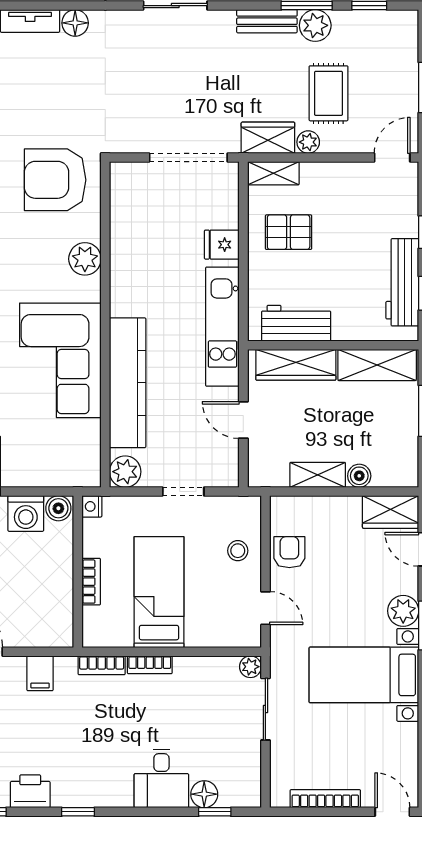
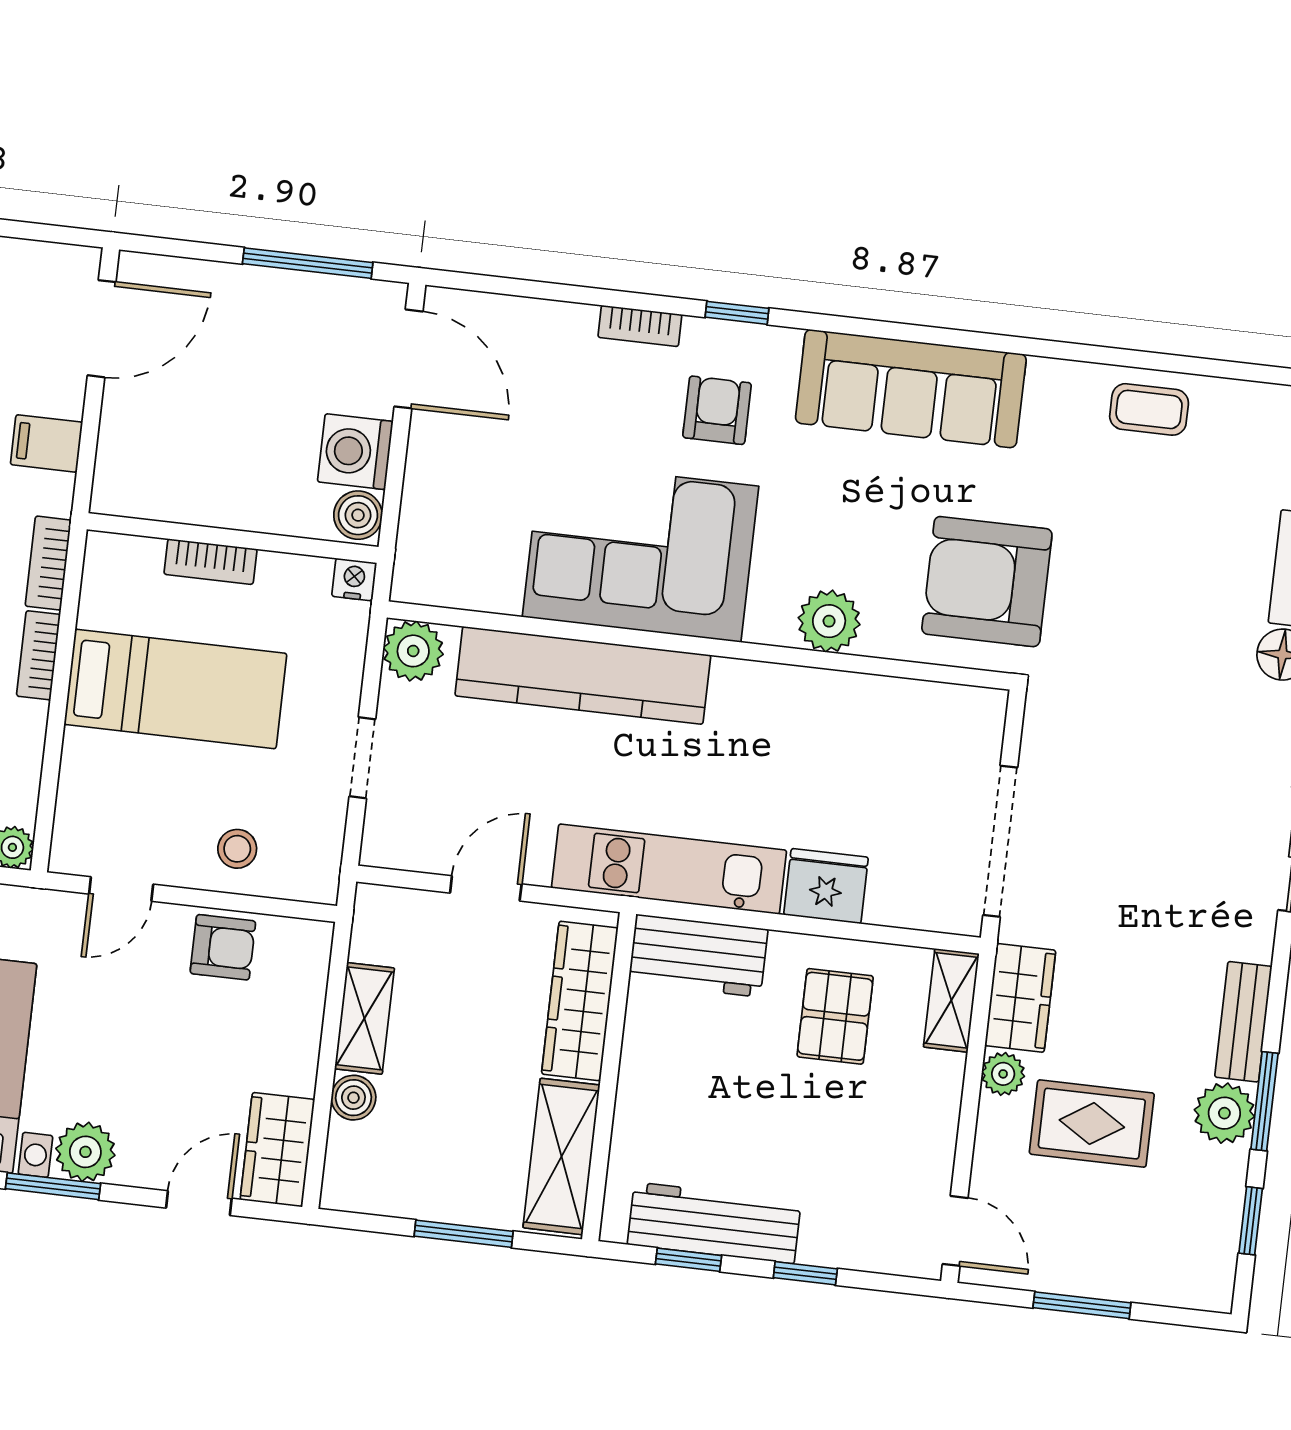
armchair: (55, 180) -> (987, 582), turned -90
fridge: (222, 245) -> (826, 886), width x1.38
workbench: (296, 323) -> (698, 956), moved, turned 90

